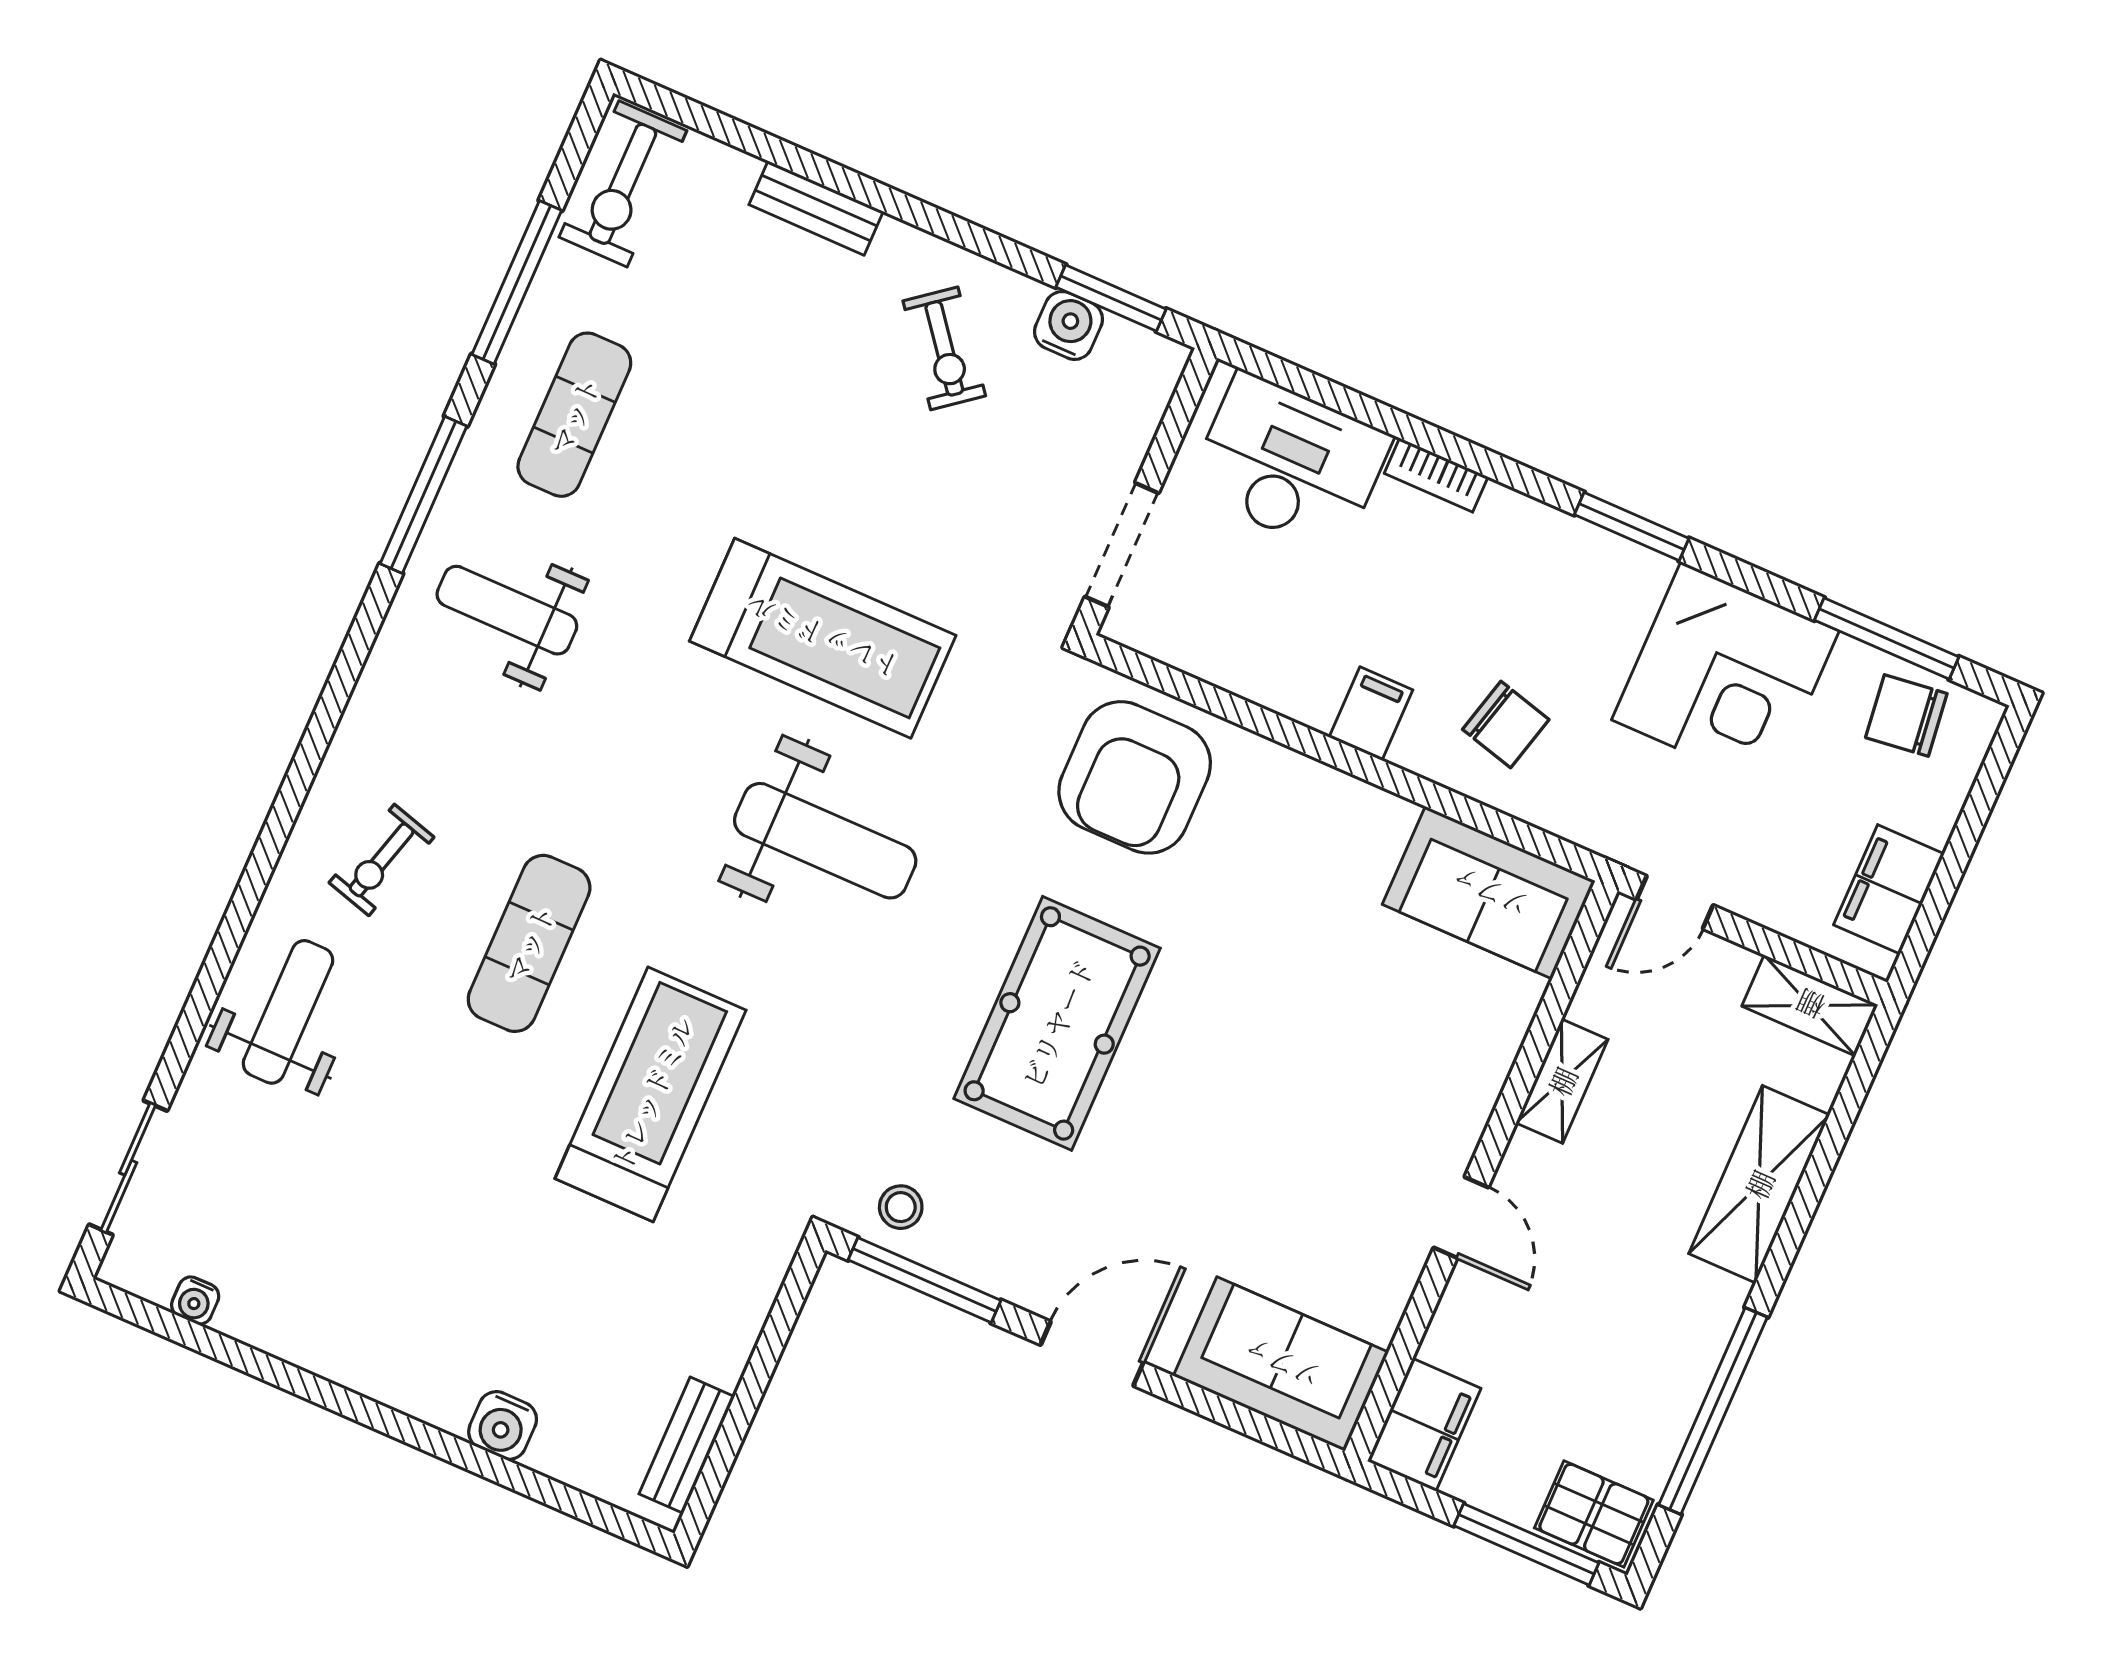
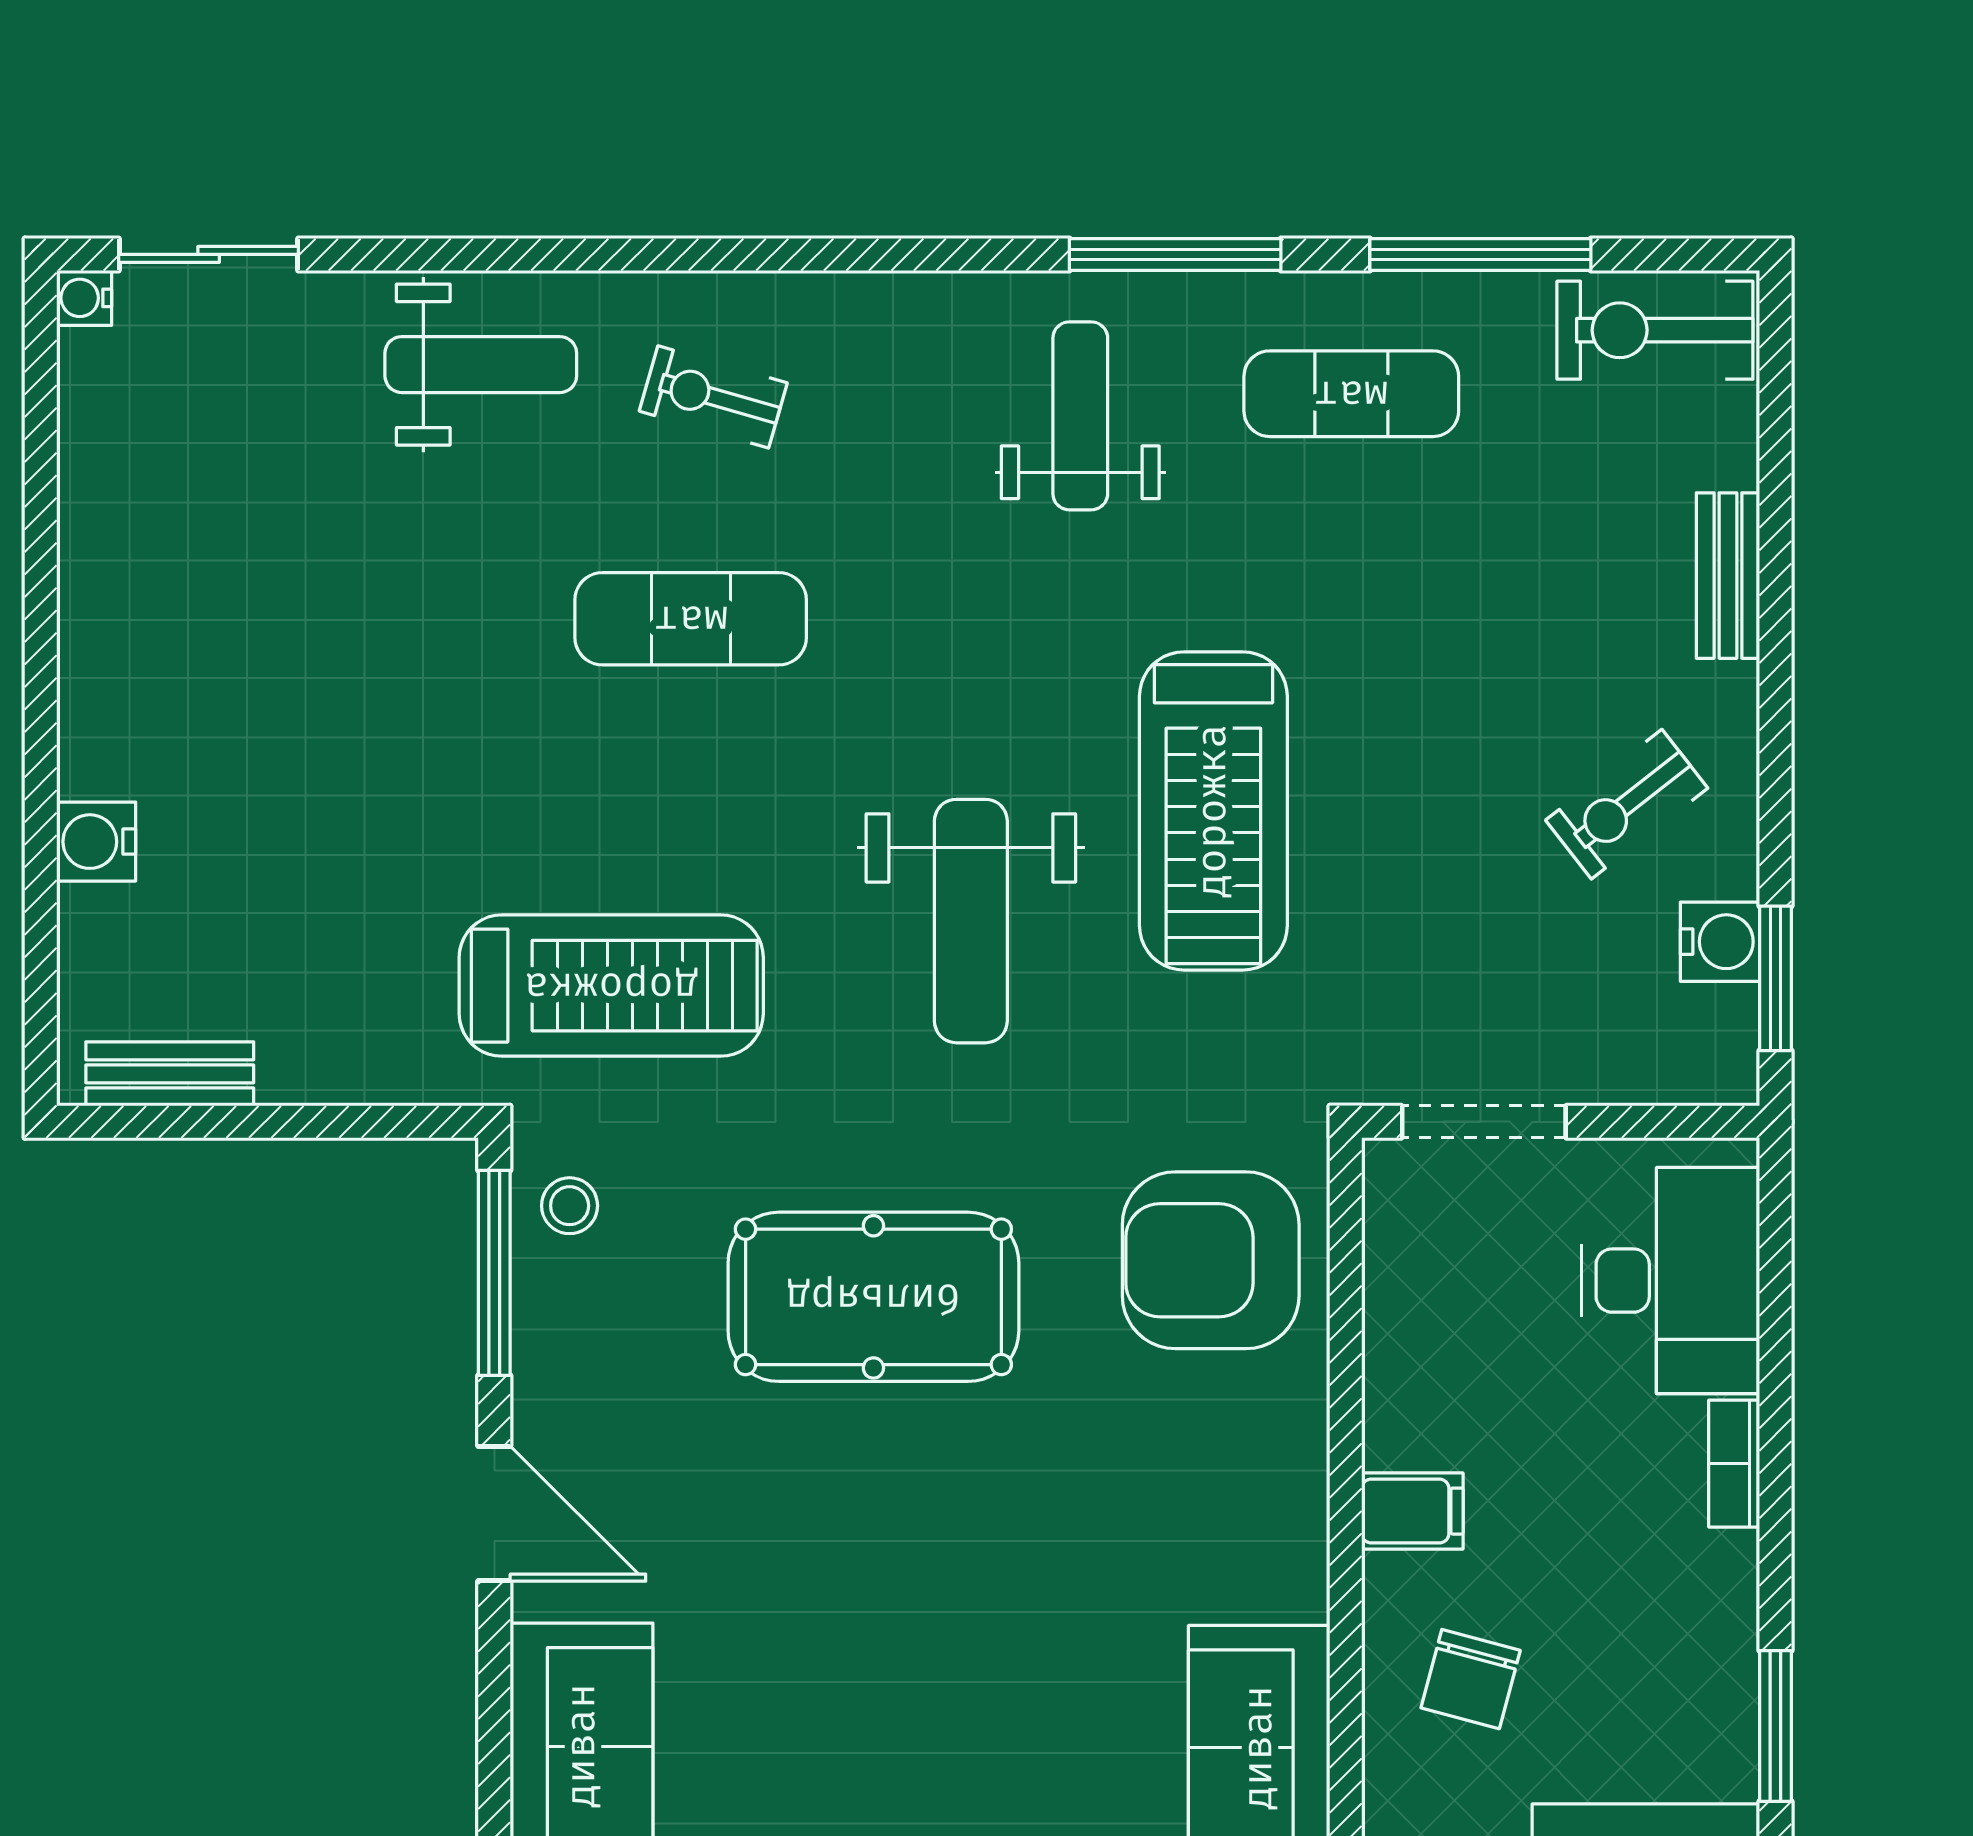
treadmill: (651, 1094) -> (611, 986), moved
water cooler: (195, 1301) -> (84, 298), moved

